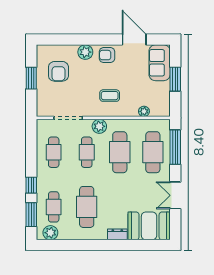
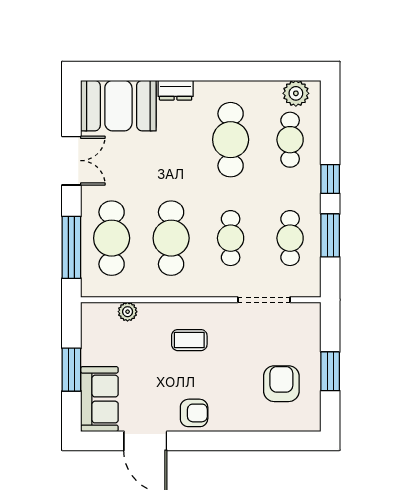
plant: (85, 52) -> (233, 418), removed
plant: (99, 126) -> (208, 285), removed
window: (31, 215) -> (330, 235), moved

